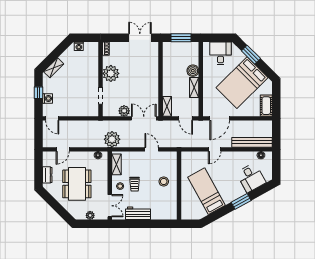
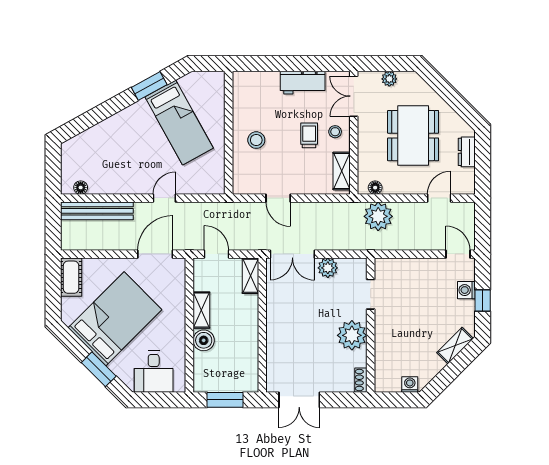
plant: (112, 139) -> (378, 216), moved
desk: (251, 178) -> (99, 147), removed
window: (241, 201) -> (149, 86), moved

